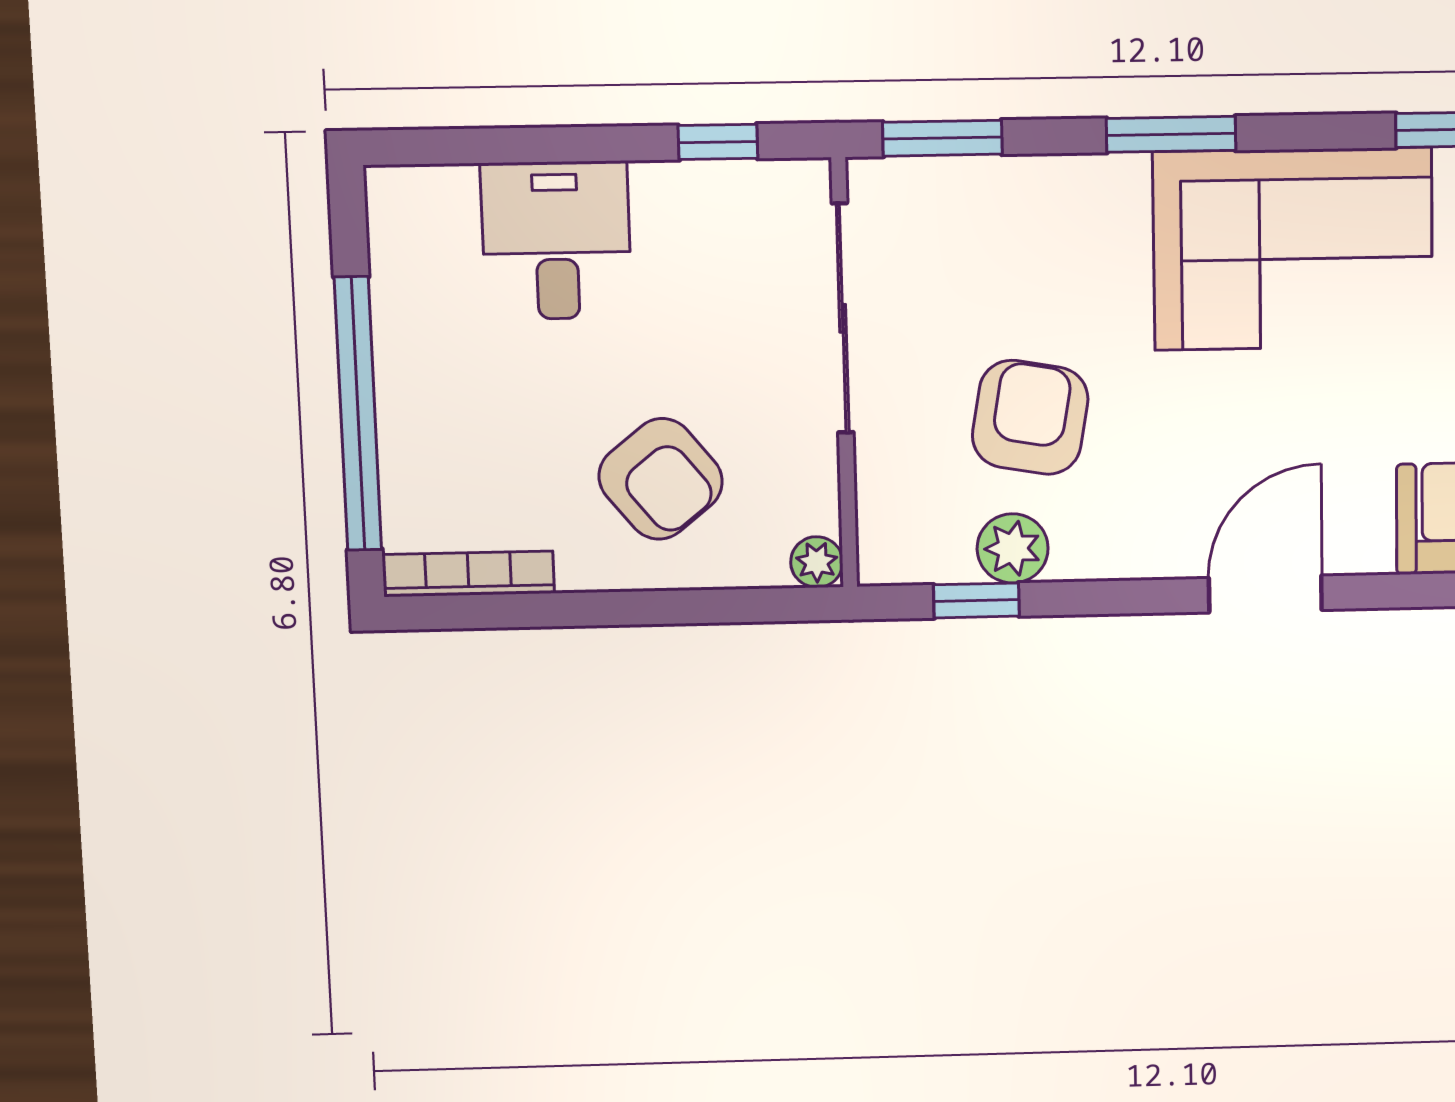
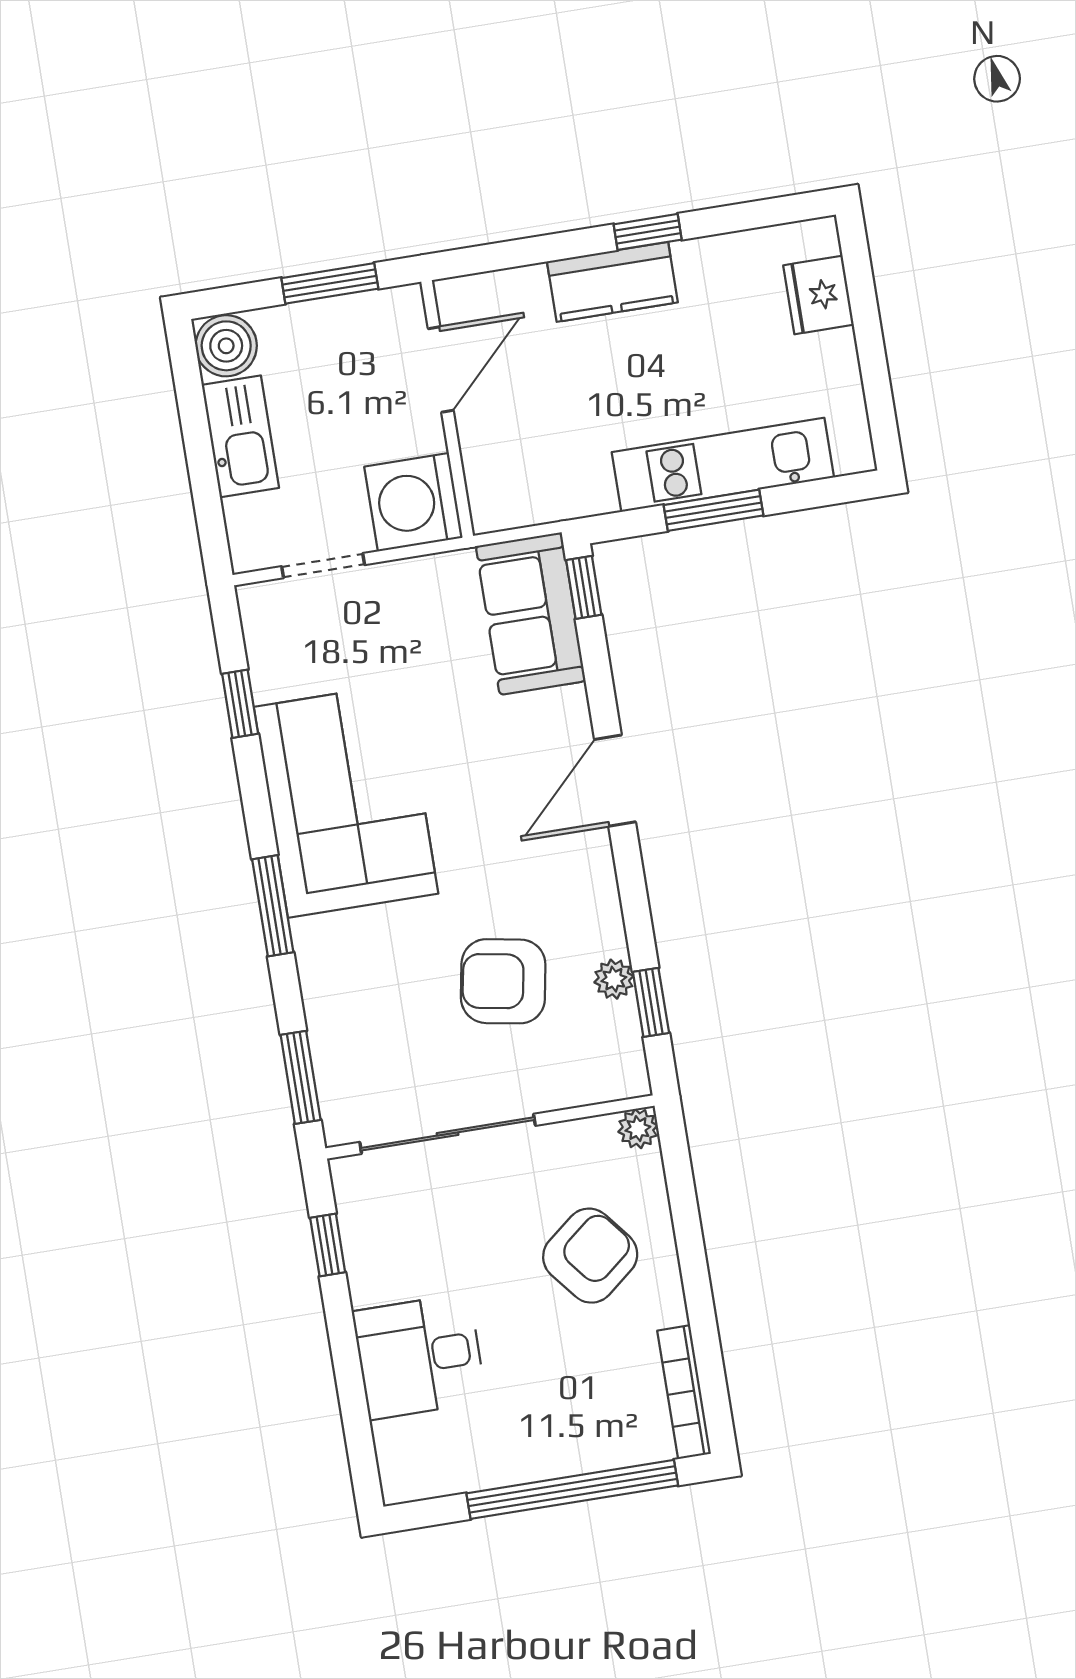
plant: (1013, 548) -> (614, 979), width x0.73, depth x0.73
door: (1265, 594) -> (615, 781), hinge flipped

